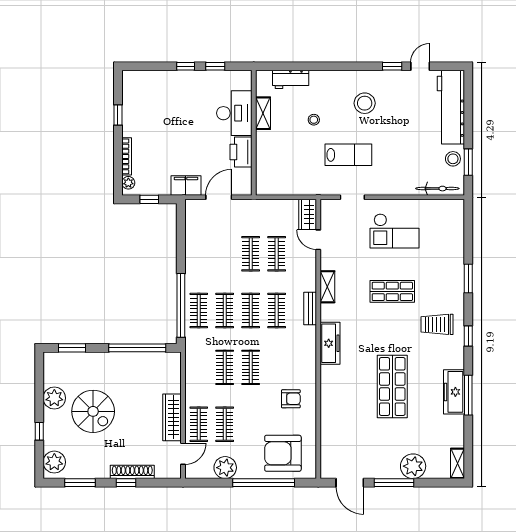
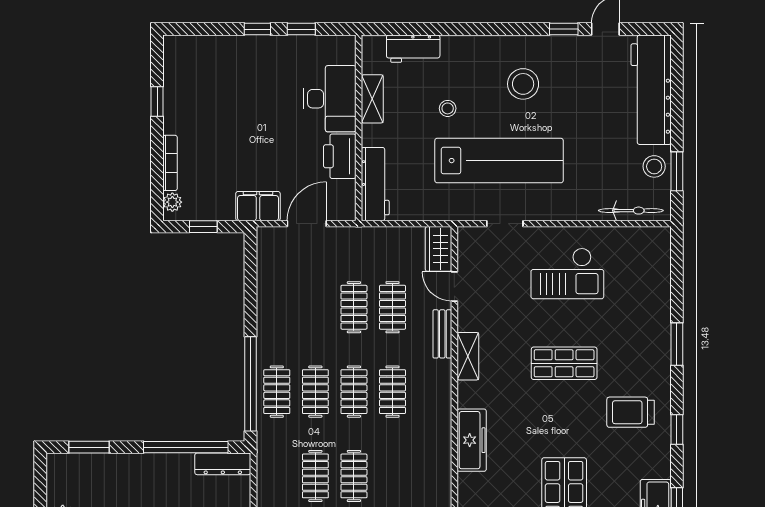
lab bench: (348, 155) -> (499, 161), width x1.86, depth x1.39
workbench: (265, 171) -> (375, 184), added
bench: (310, 309) -> (442, 334), moved
dresser: (162, 359) -> (223, 464), added

